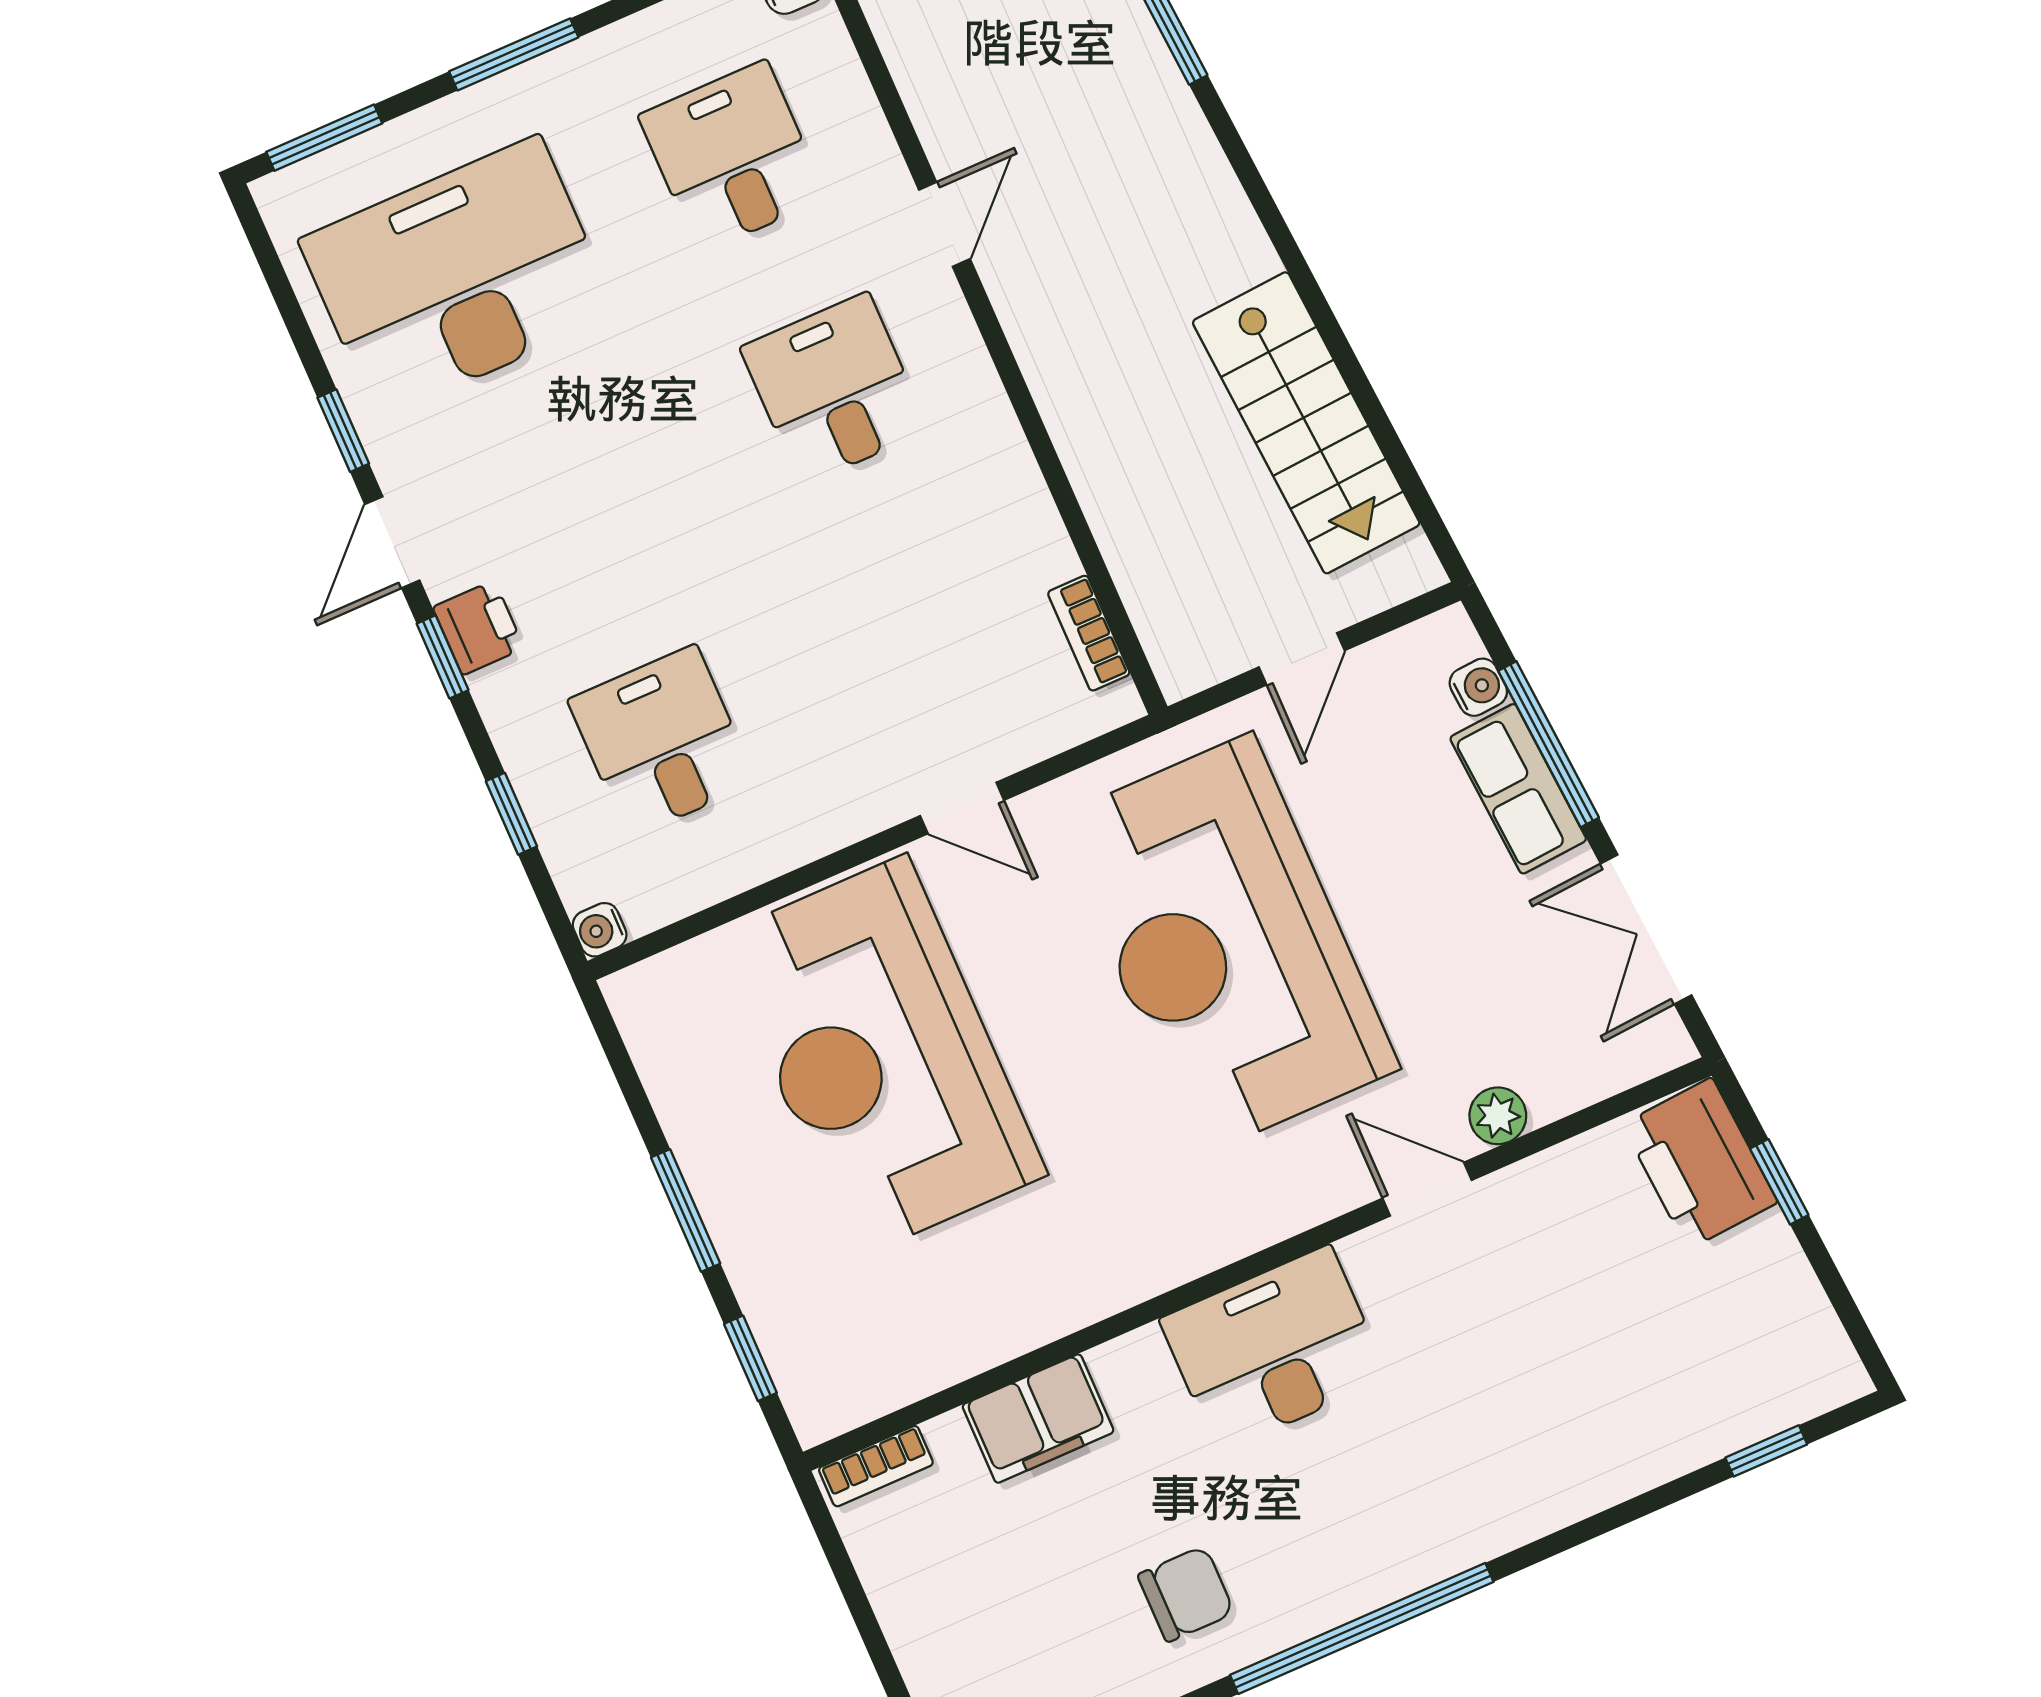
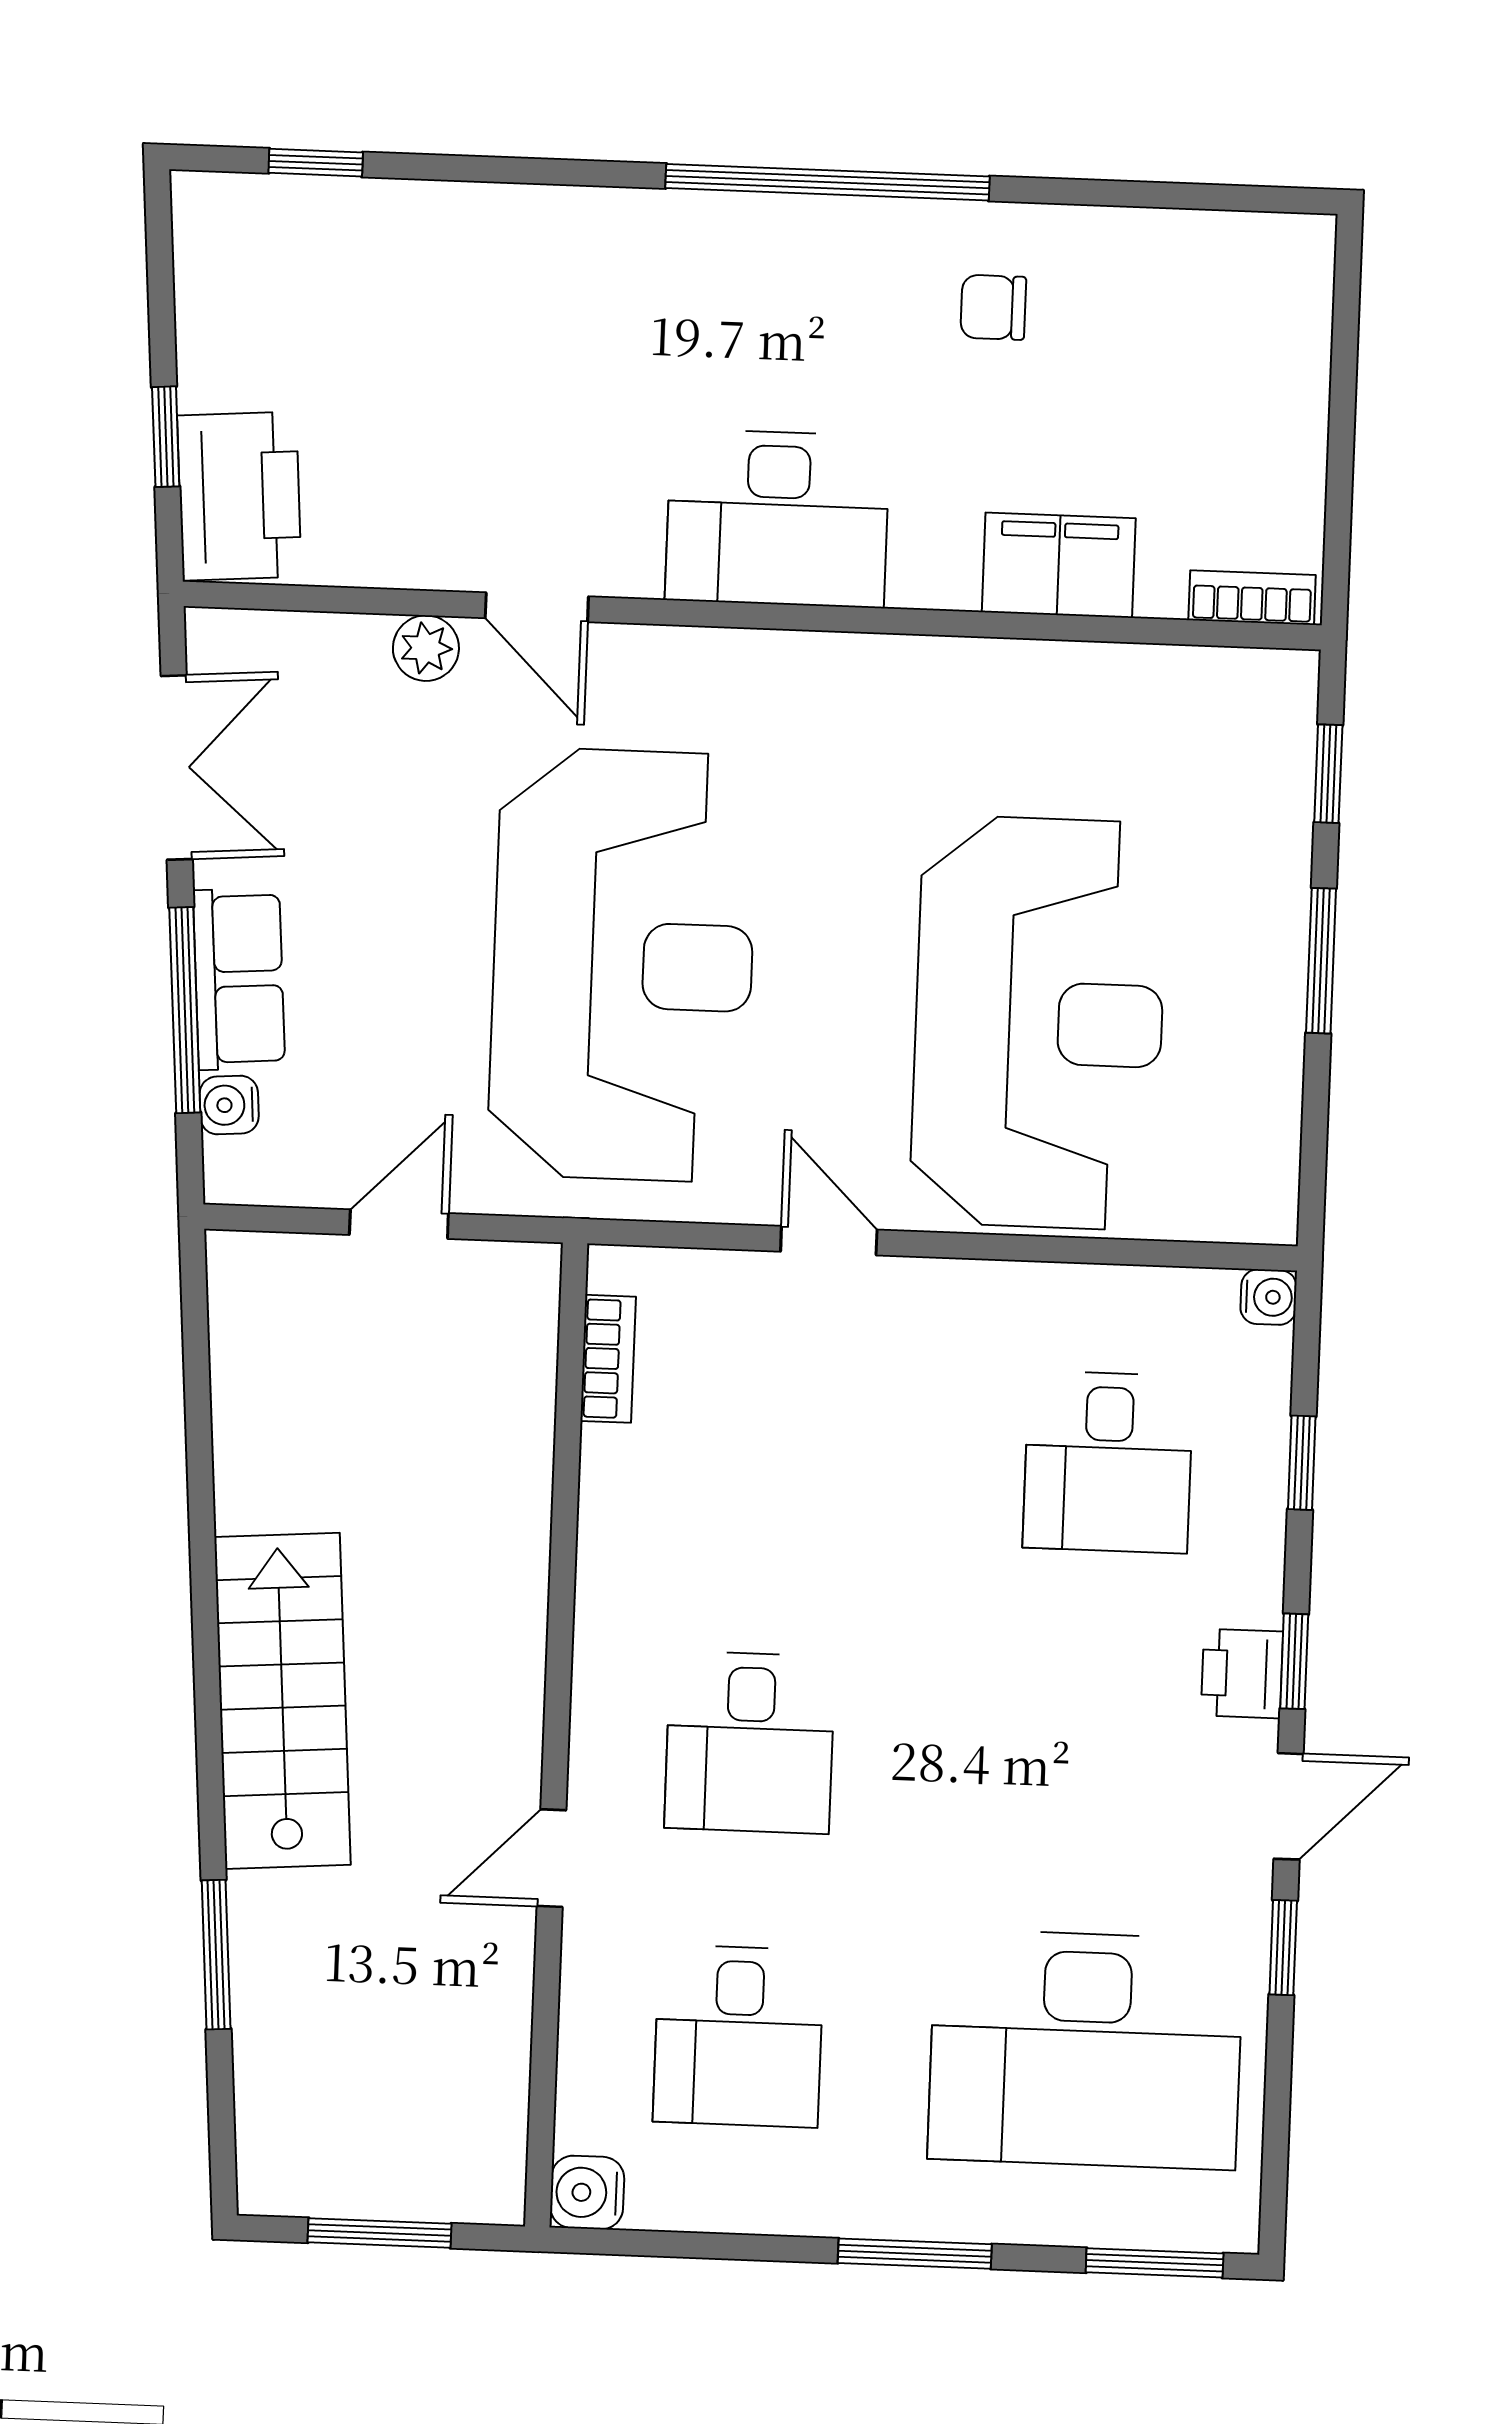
stairs: (1306, 423) -> (283, 1701), moved
chair: (1186, 1594) -> (993, 307), width x0.73, depth x0.73

